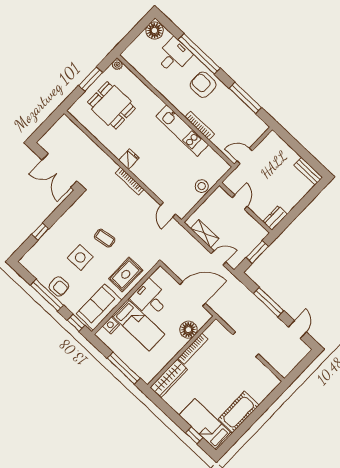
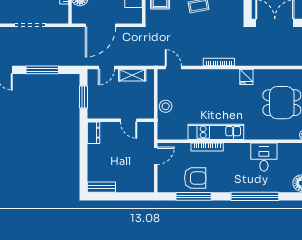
desk: (174, 56) -> (264, 157), moved, turned 180
armchair: (203, 85) -> (195, 178), moved
fridge: (129, 159) -> (246, 77), moved

